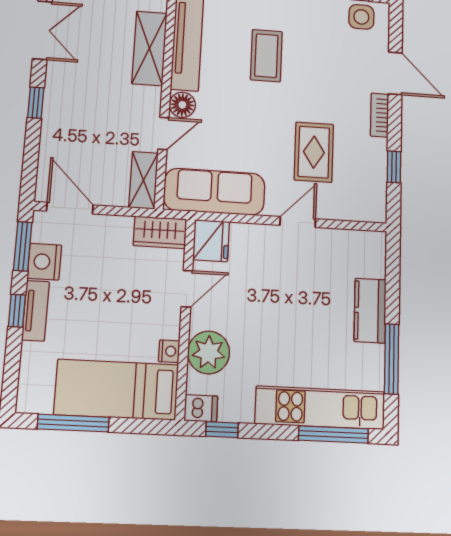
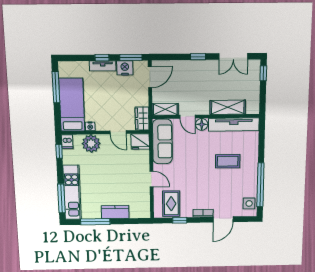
rug: (314, 152) -> (171, 204), moved, turned 90

